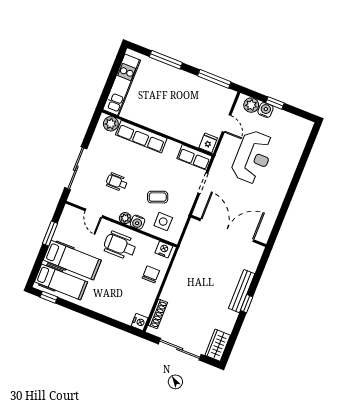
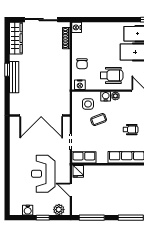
water cooler: (265, 110) -> (28, 210), moved
wheelchair: (117, 182) -> (131, 130), moved
wardrobe: (218, 345) -> (16, 38), width x1.50

